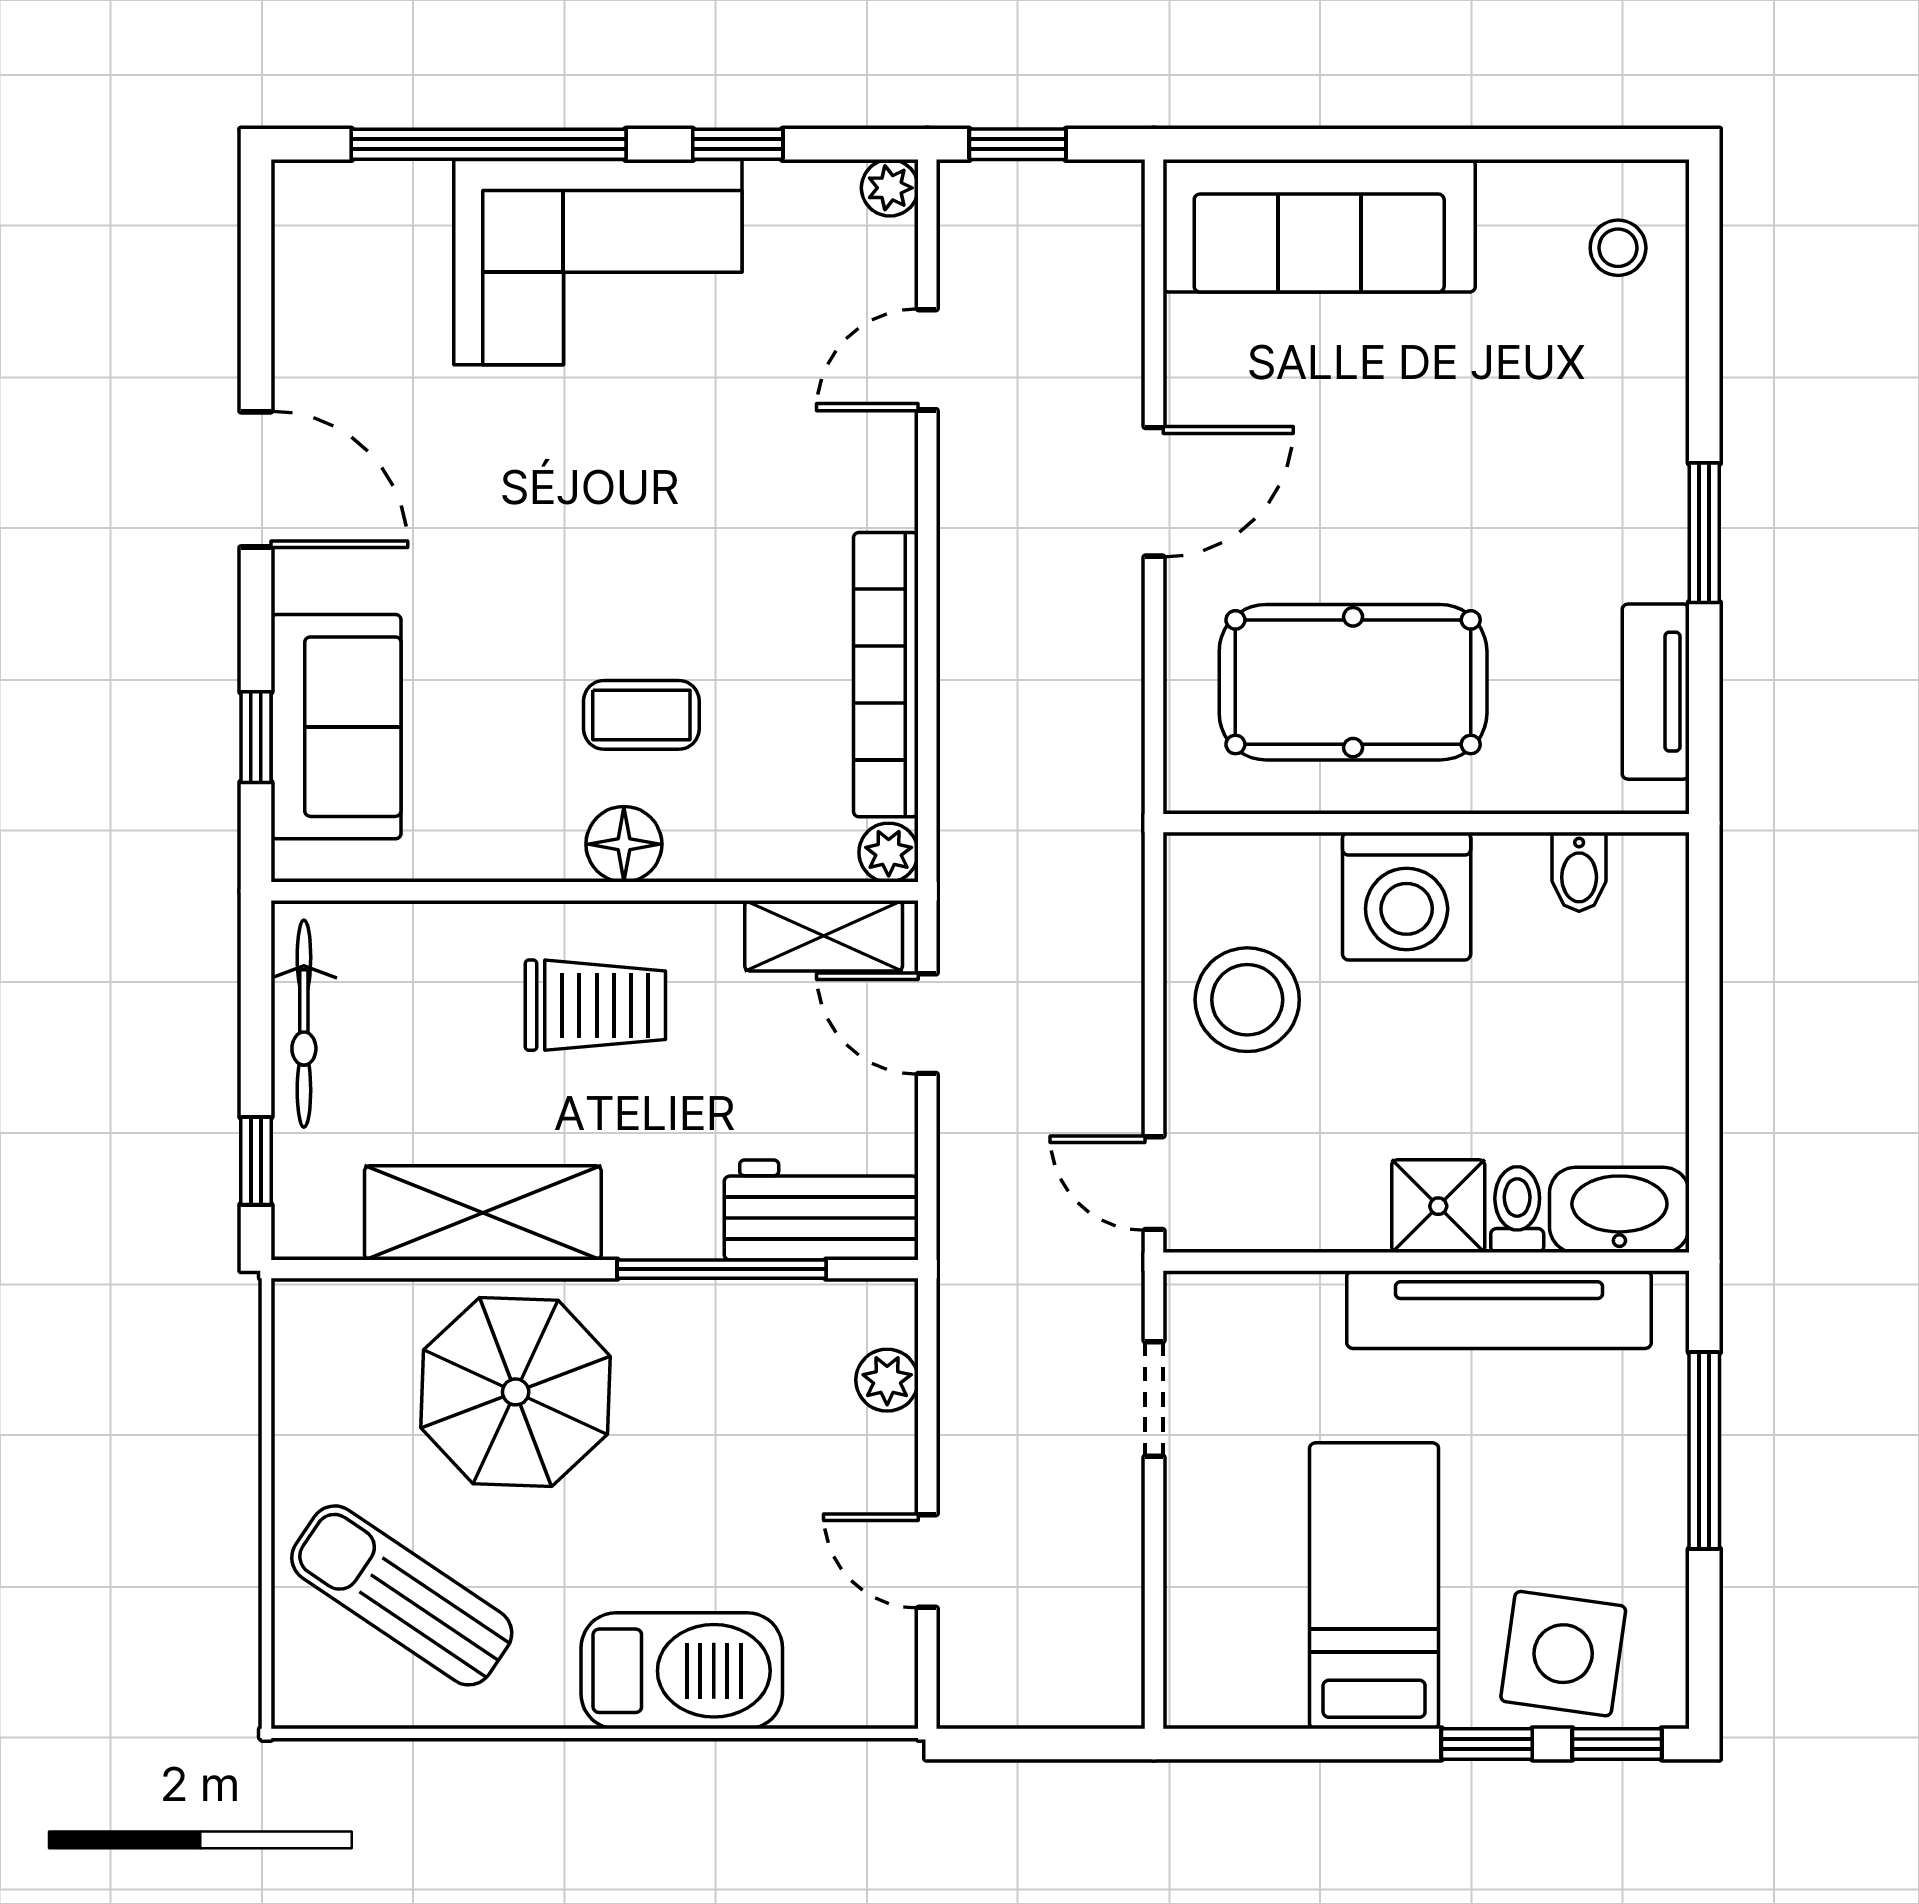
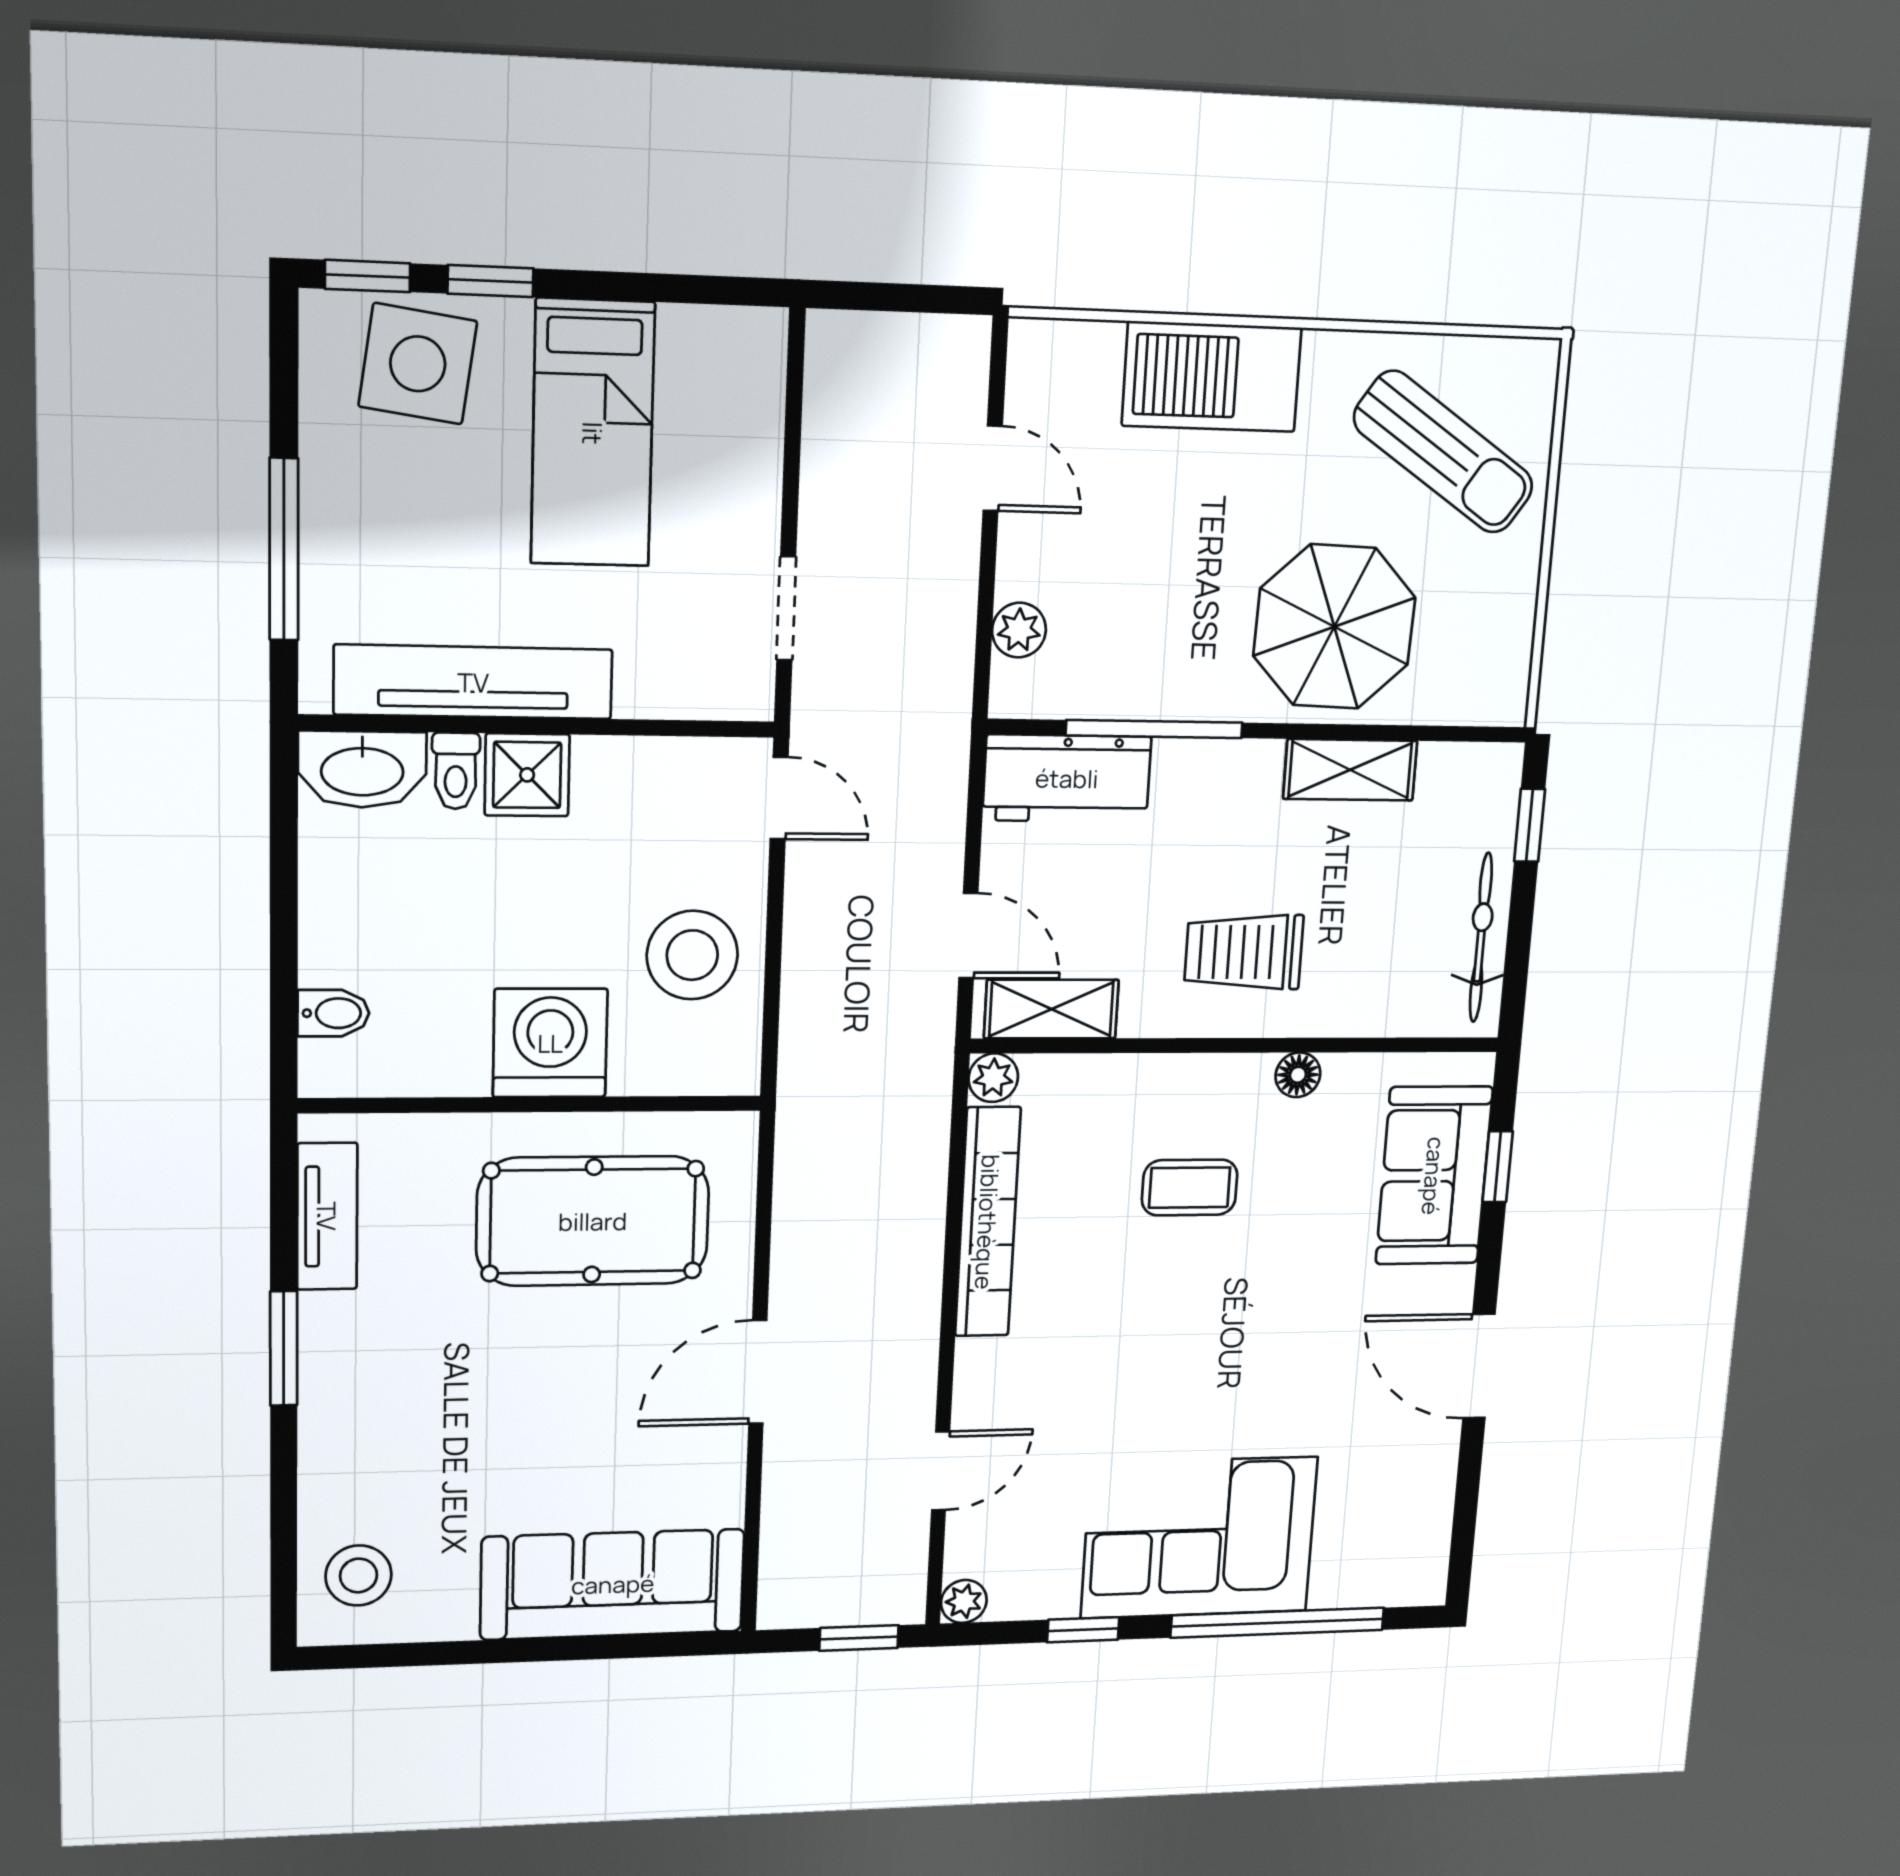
stool: (1618, 248) -> (358, 1575), width x1.37, depth x1.37
floor lamp: (624, 844) -> (1298, 1075), moved, width x0.73, depth x0.73
bidet: (1579, 872) -> (333, 1013), moved, turned 90
shelving: (483, 1213) -> (1350, 770), width x0.67, depth x0.75

